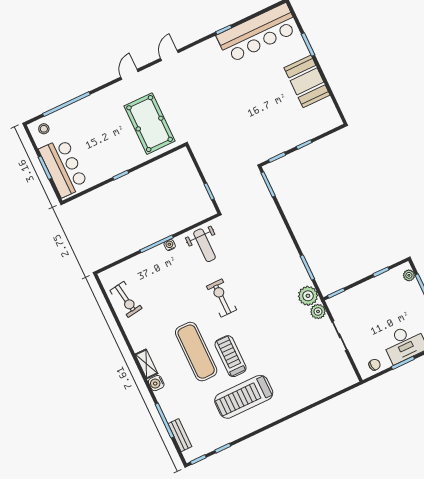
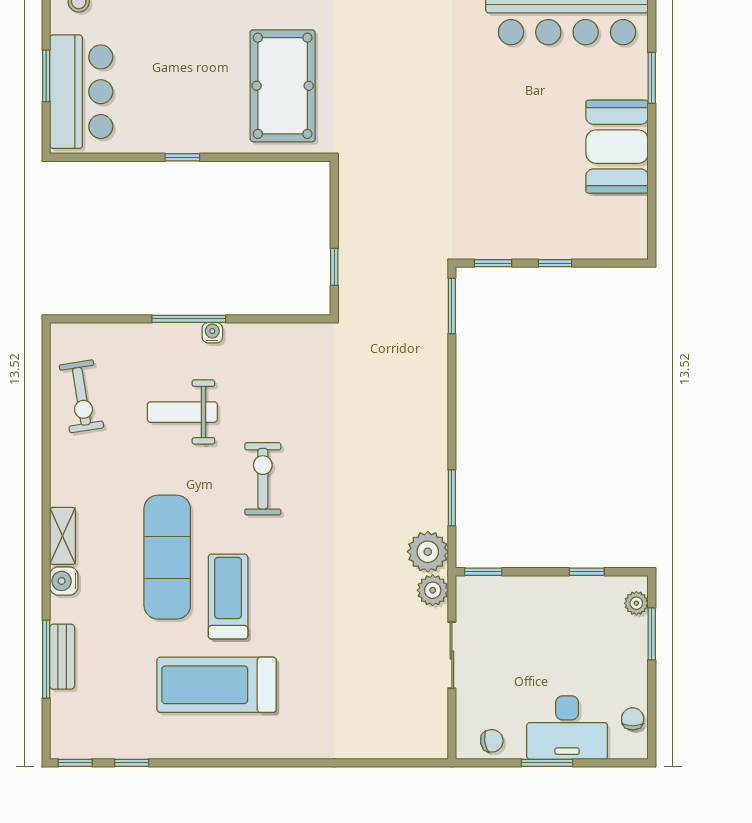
weight bench: (205, 245) -> (182, 412), moved, turned 90
bench: (180, 435) -> (62, 657), moved

